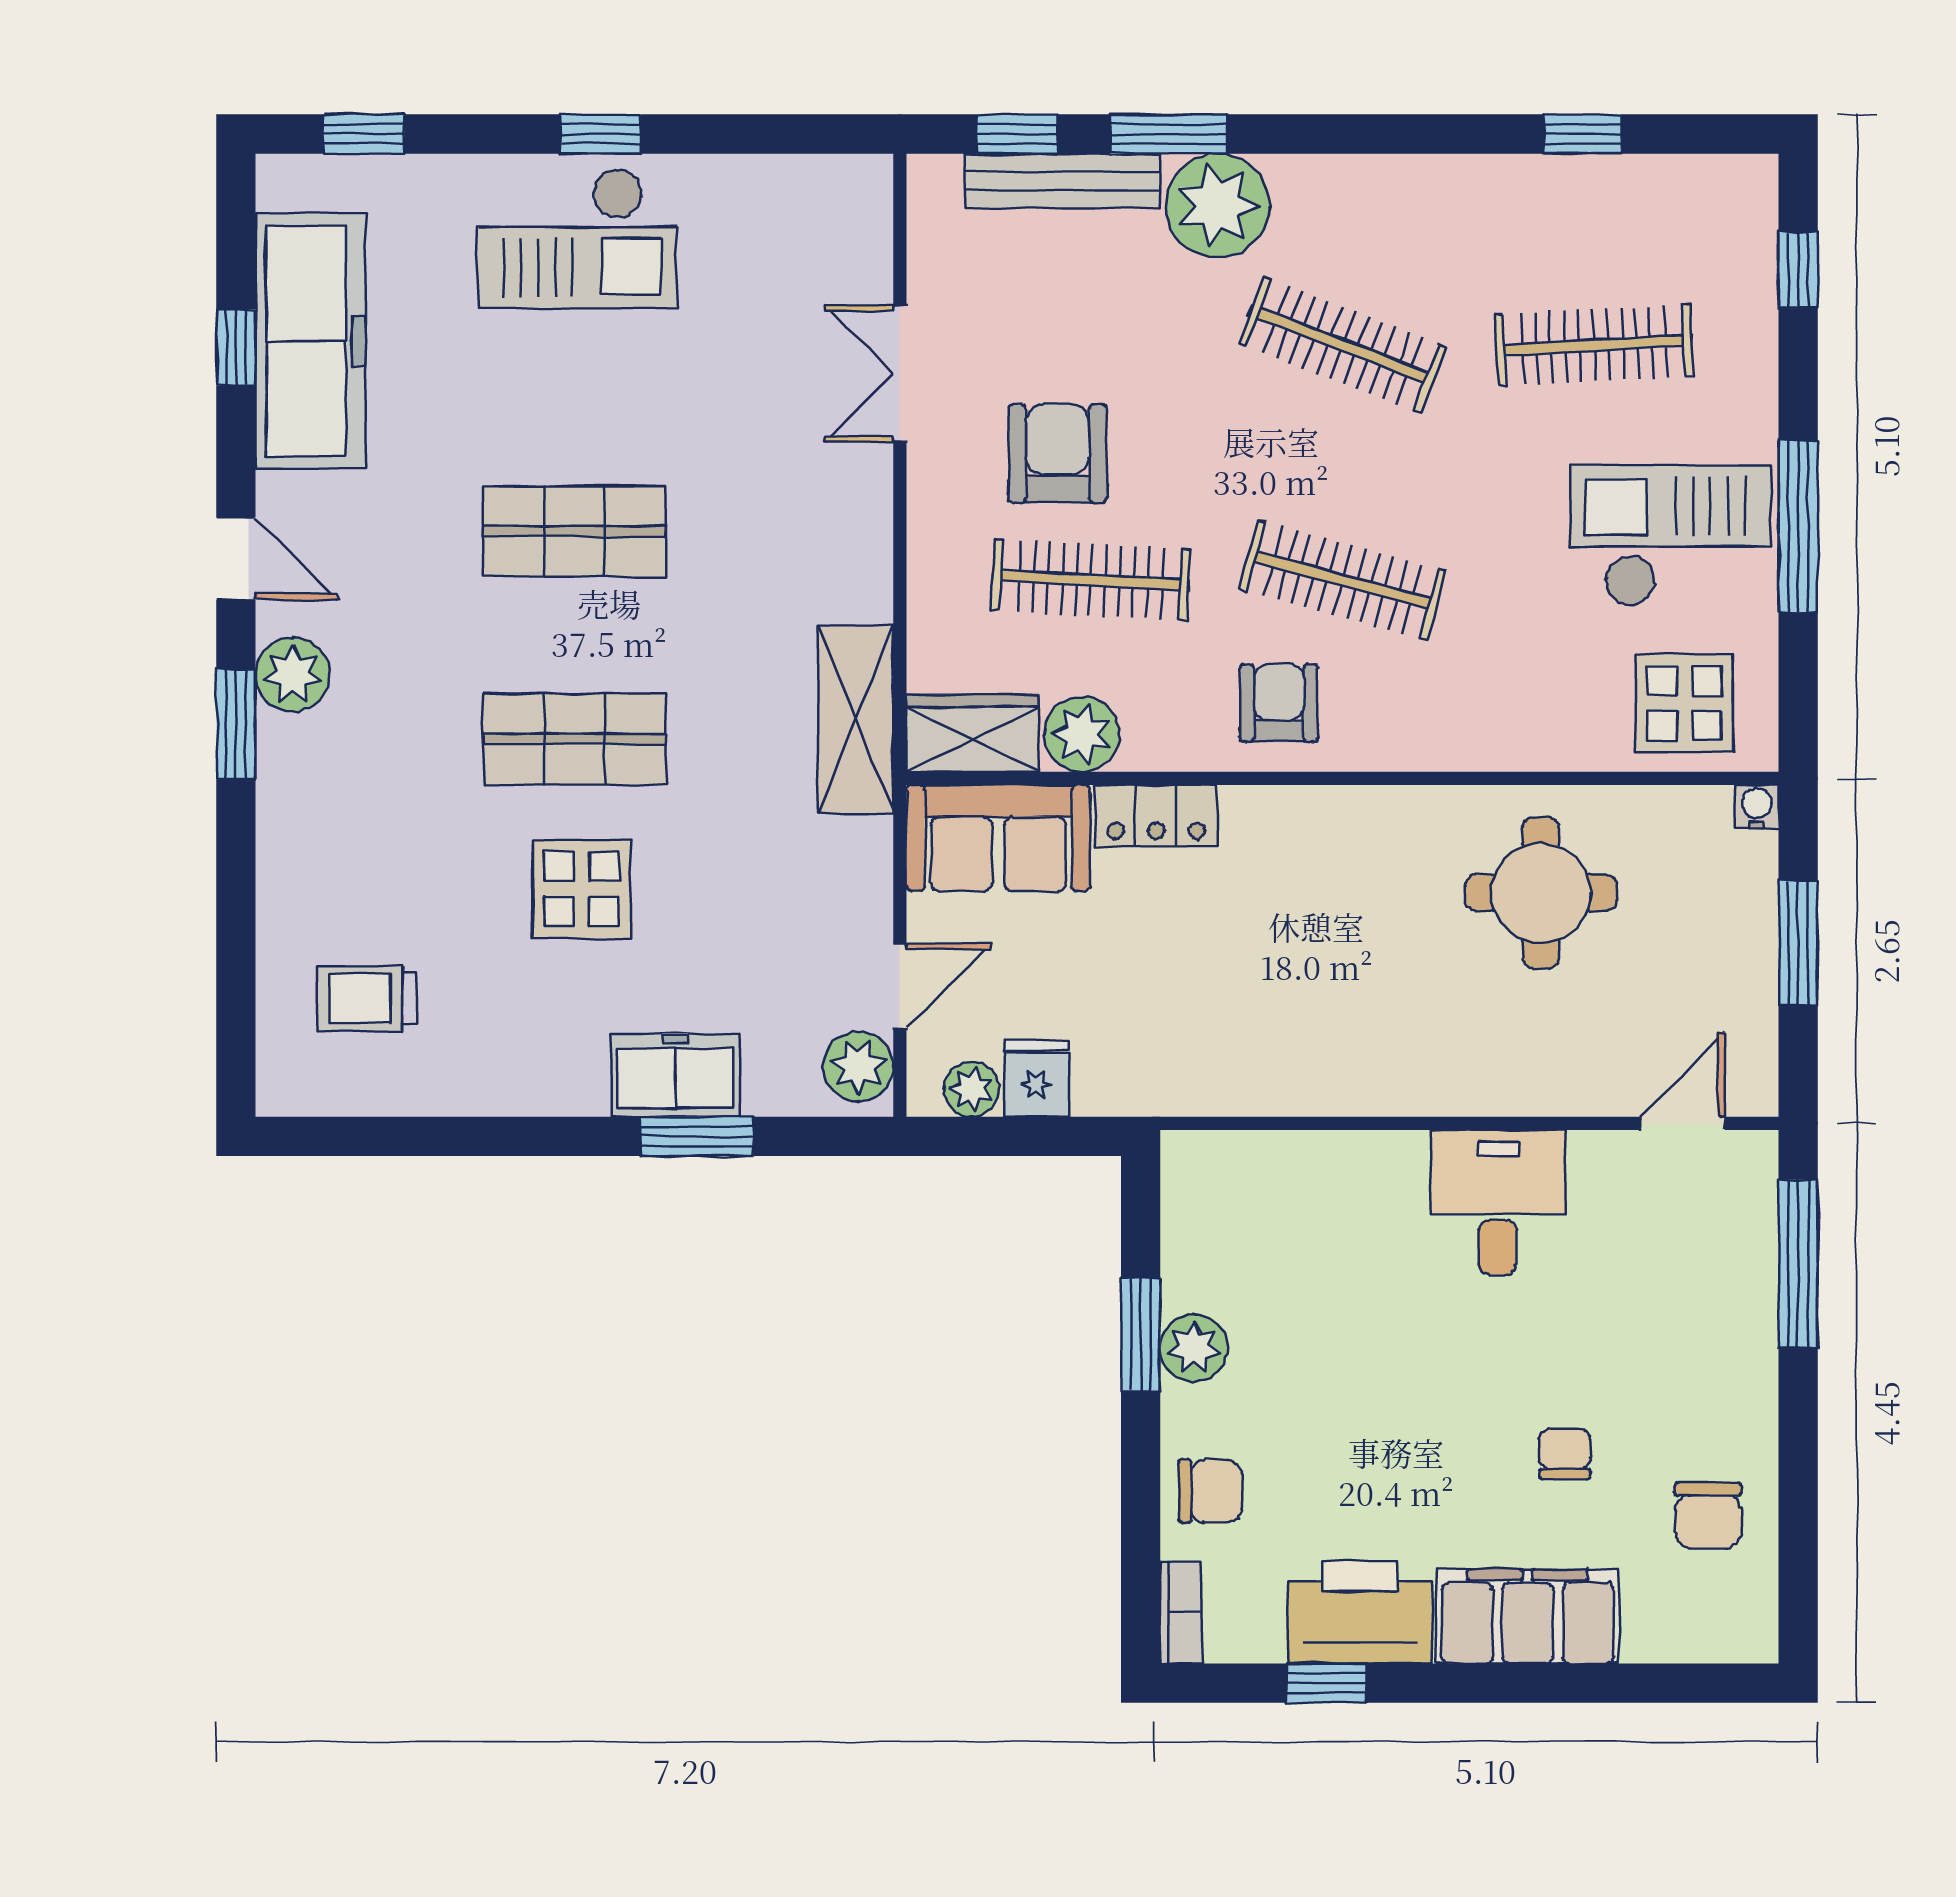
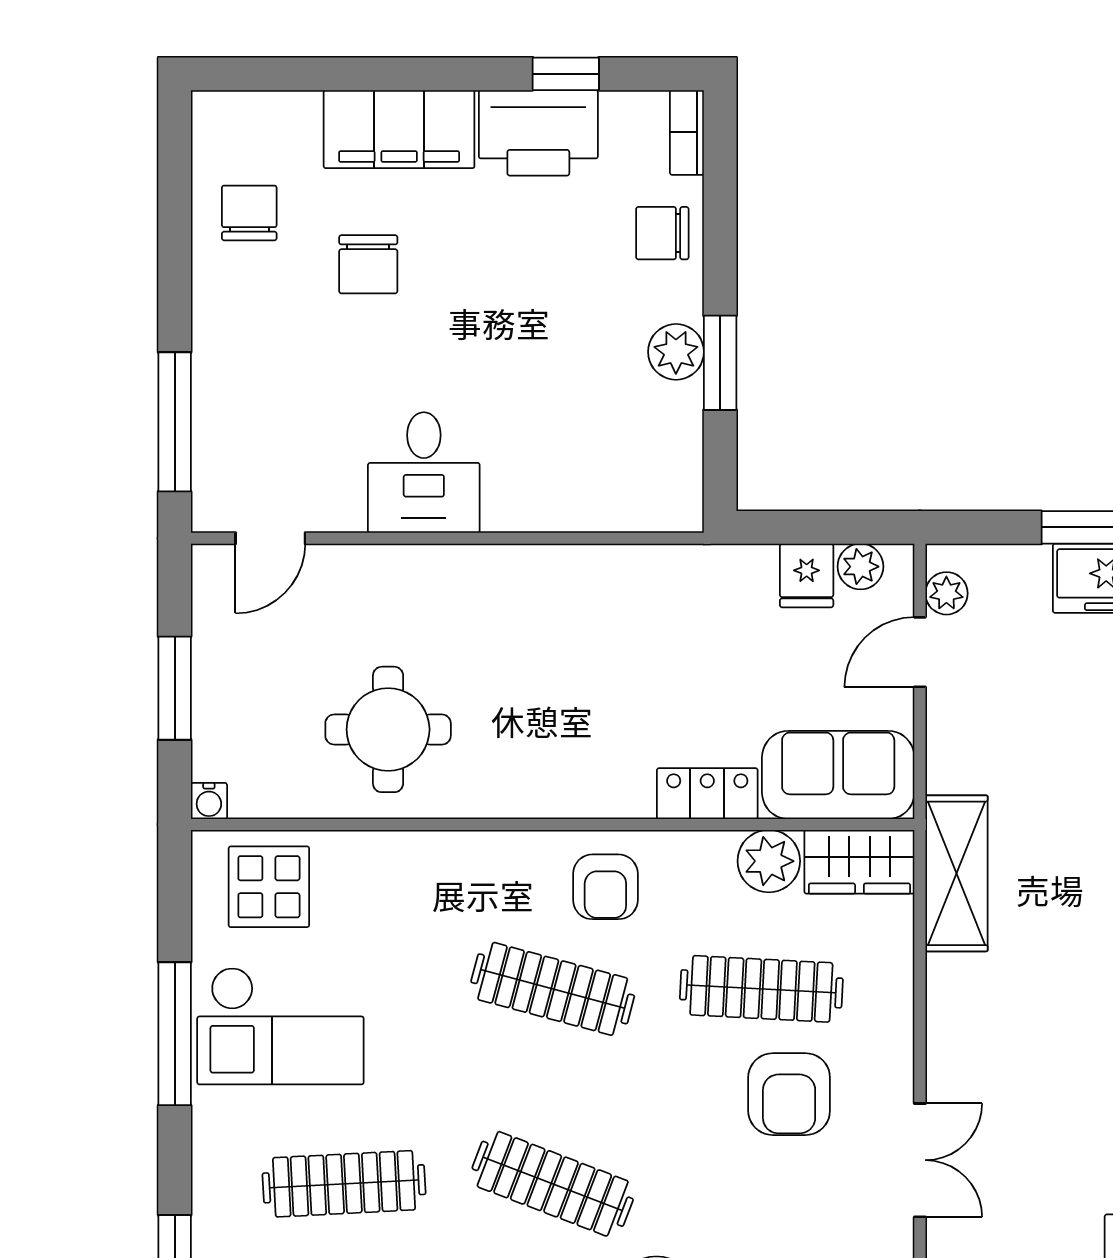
plant: (858, 1066) -> (946, 593), width x0.73, depth x0.73
chair: (1565, 1454) -> (368, 264), width x1.37, depth x1.37

